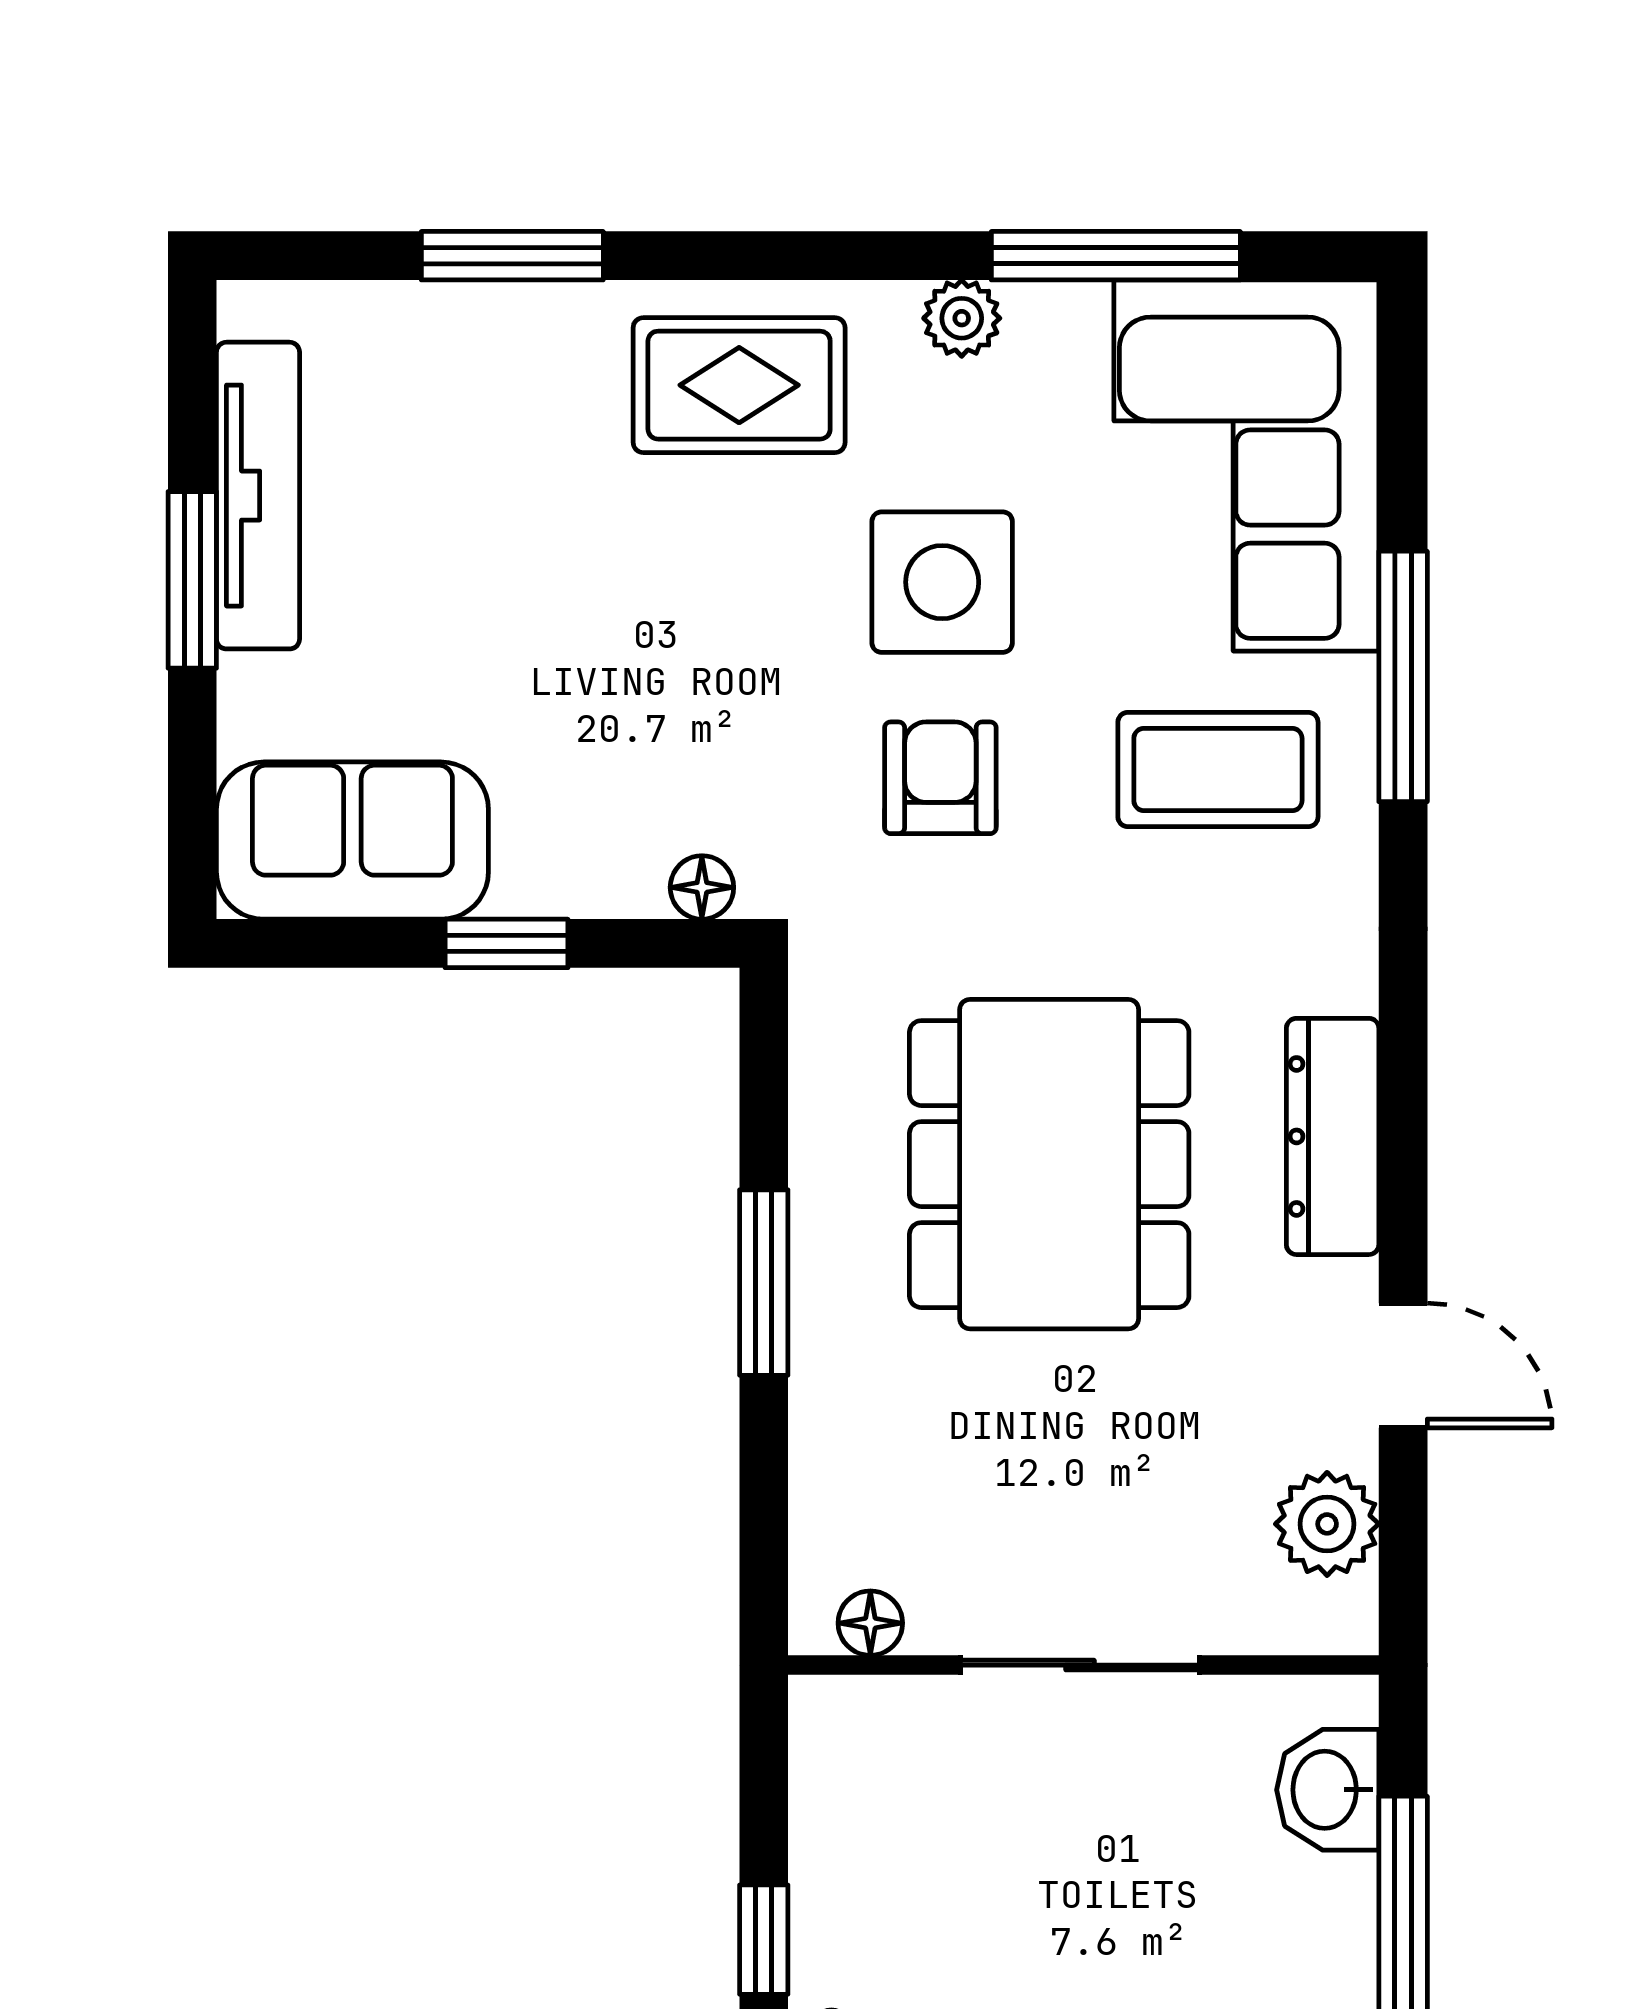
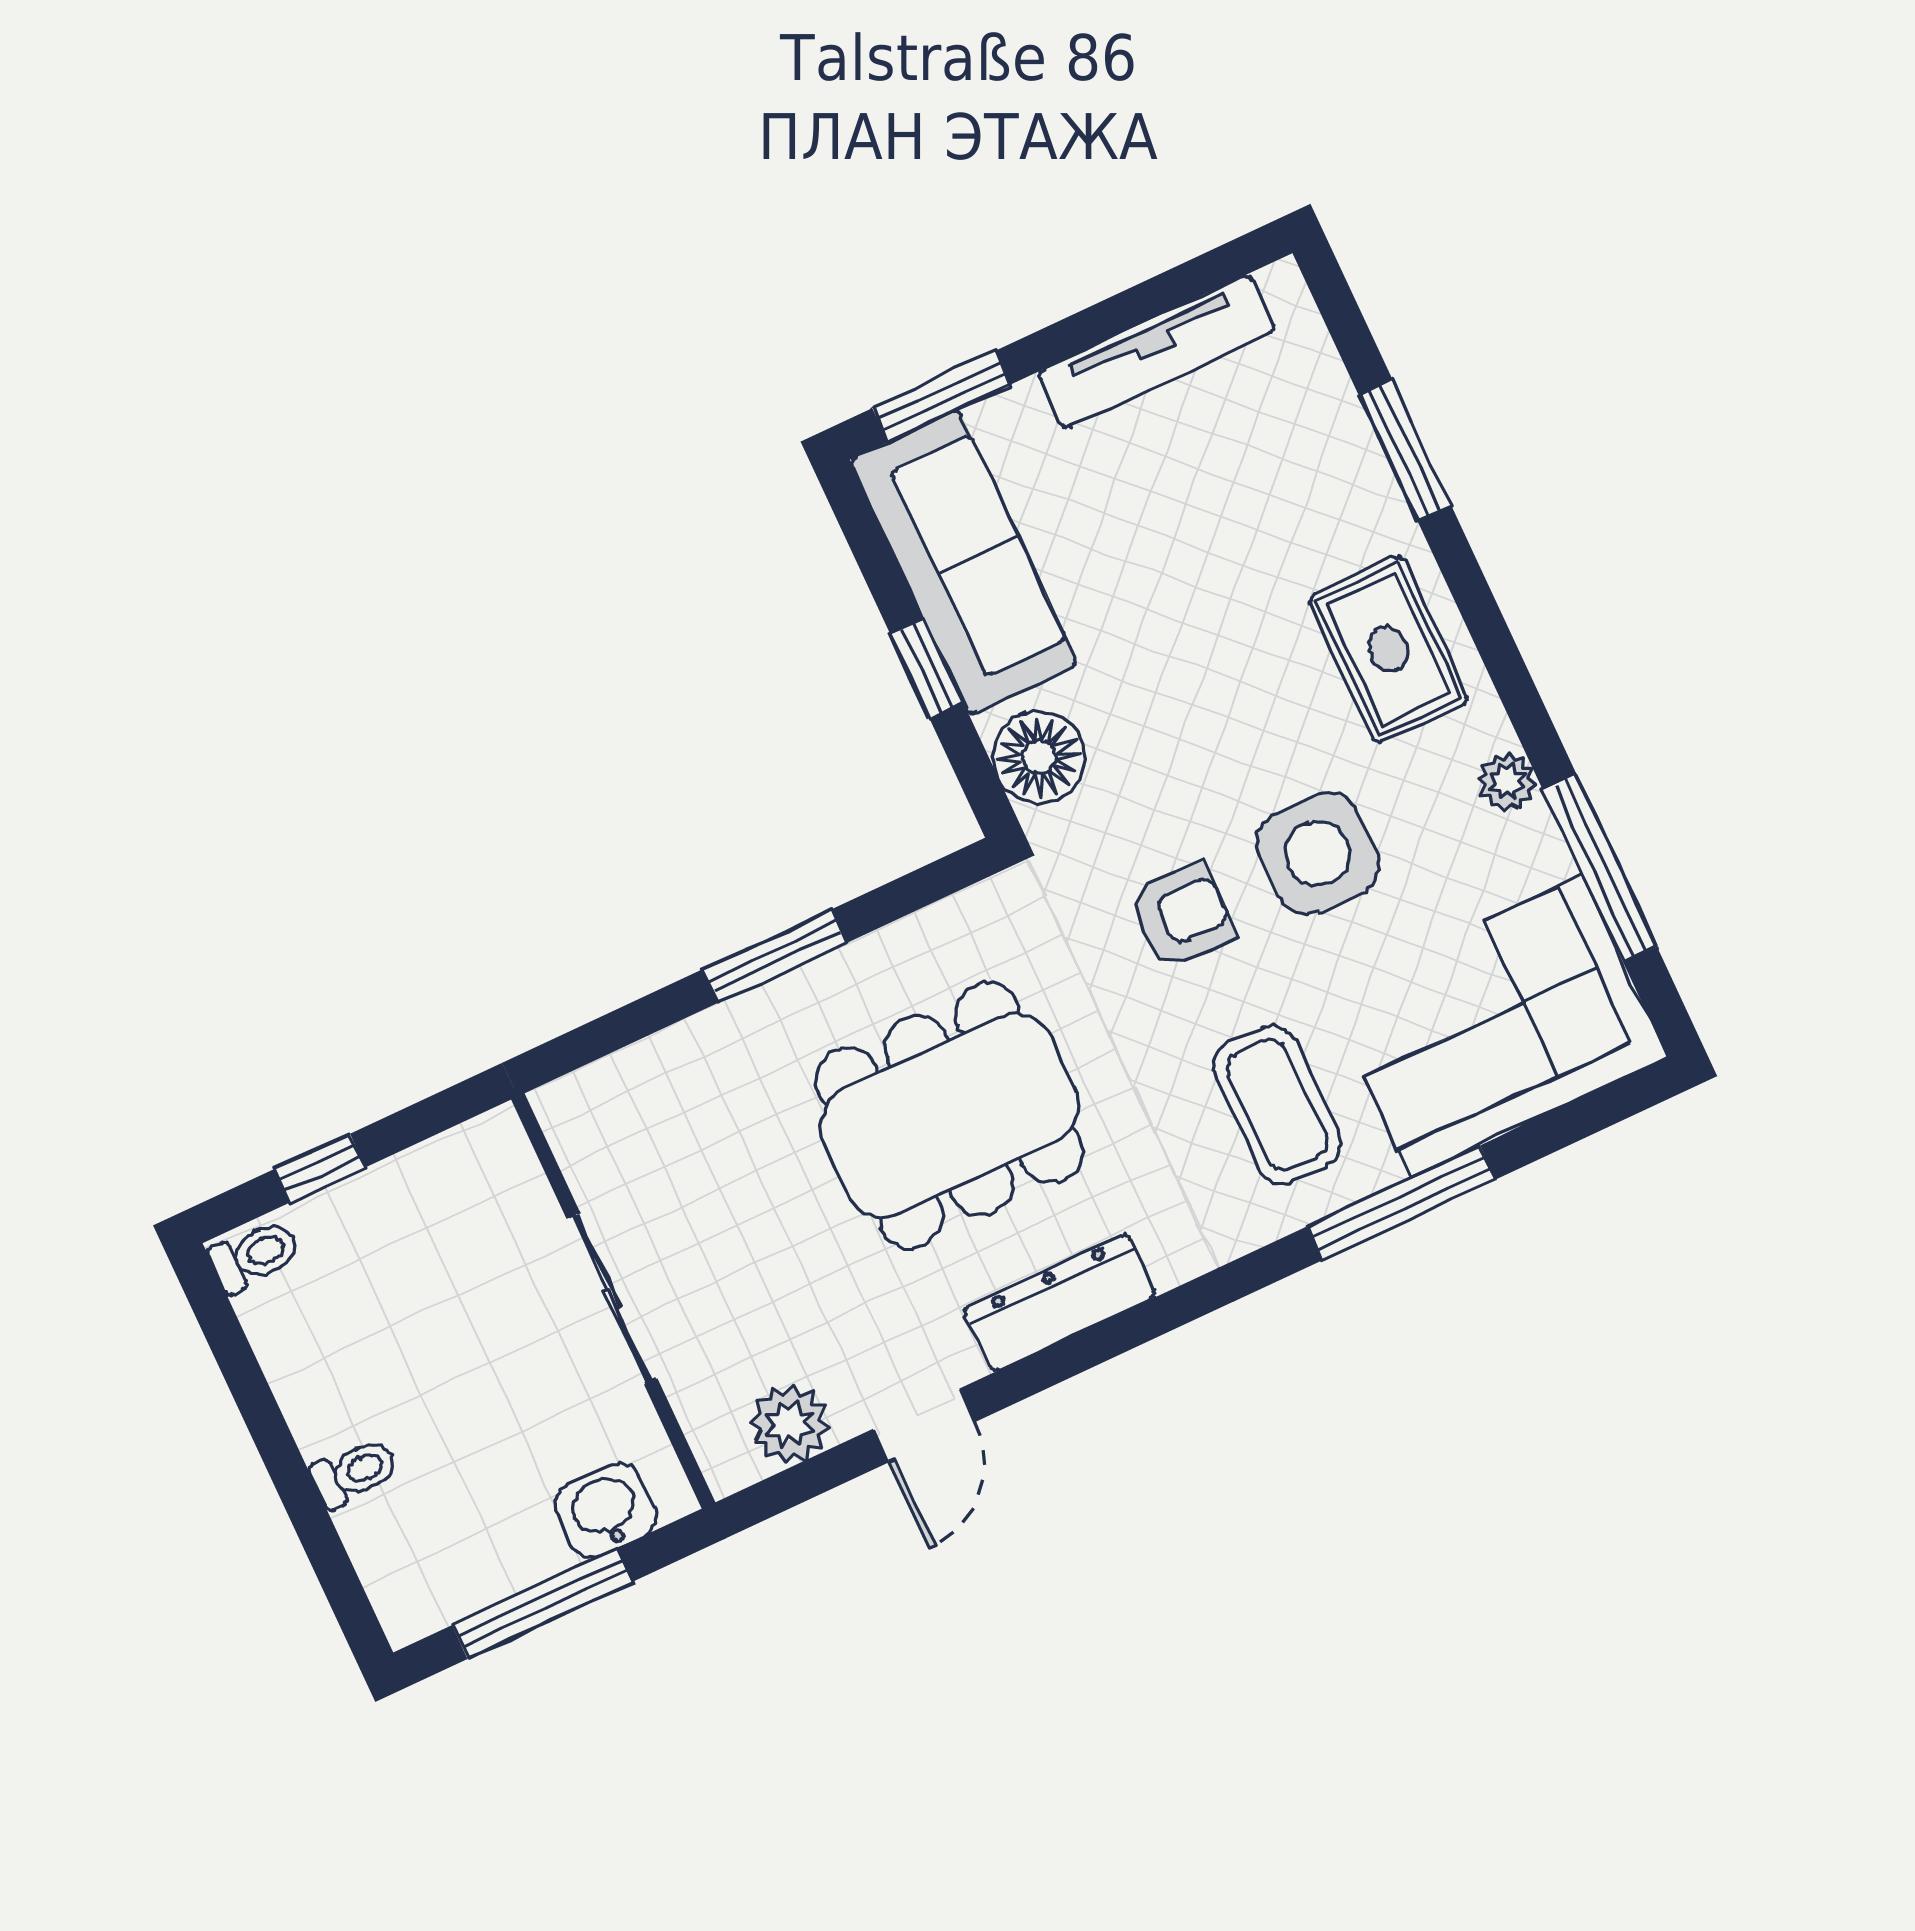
window: (192, 580) -> (941, 396), moved
sofa: (352, 841) -> (964, 562), width x1.36
floor lamp: (702, 887) -> (1039, 757), width x1.89, depth x1.89
floor lamp: (870, 1623) -> (573, 1140), removed

